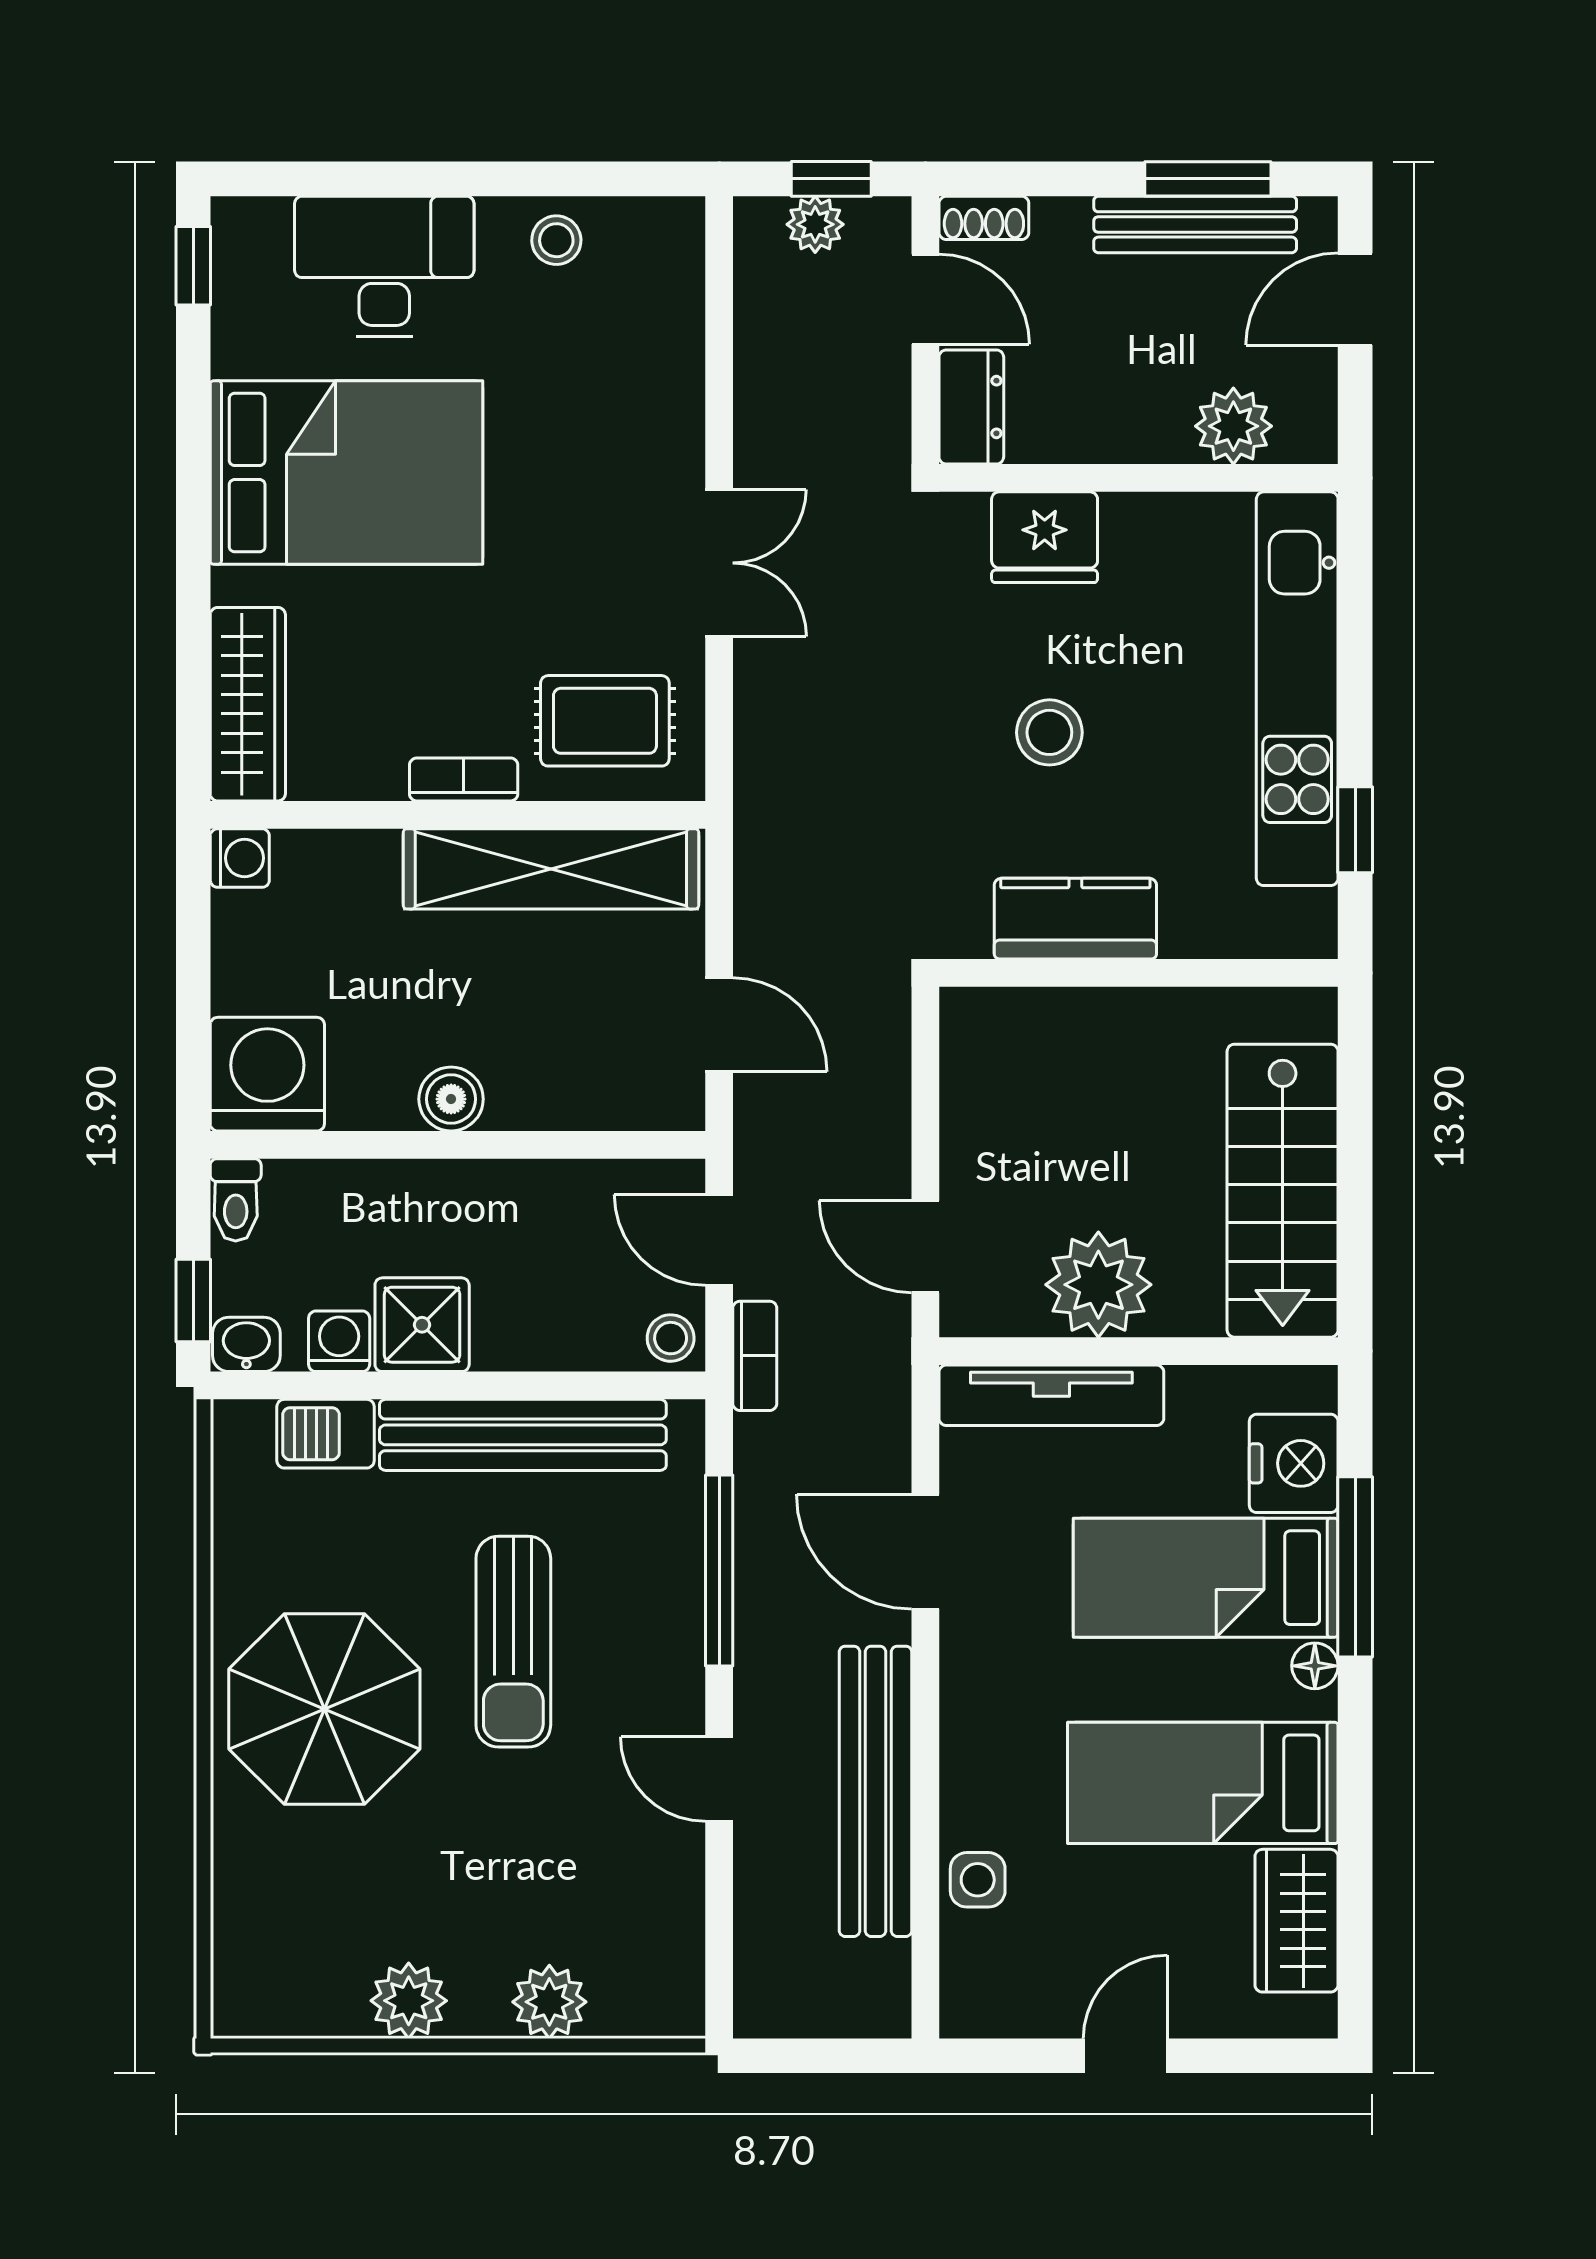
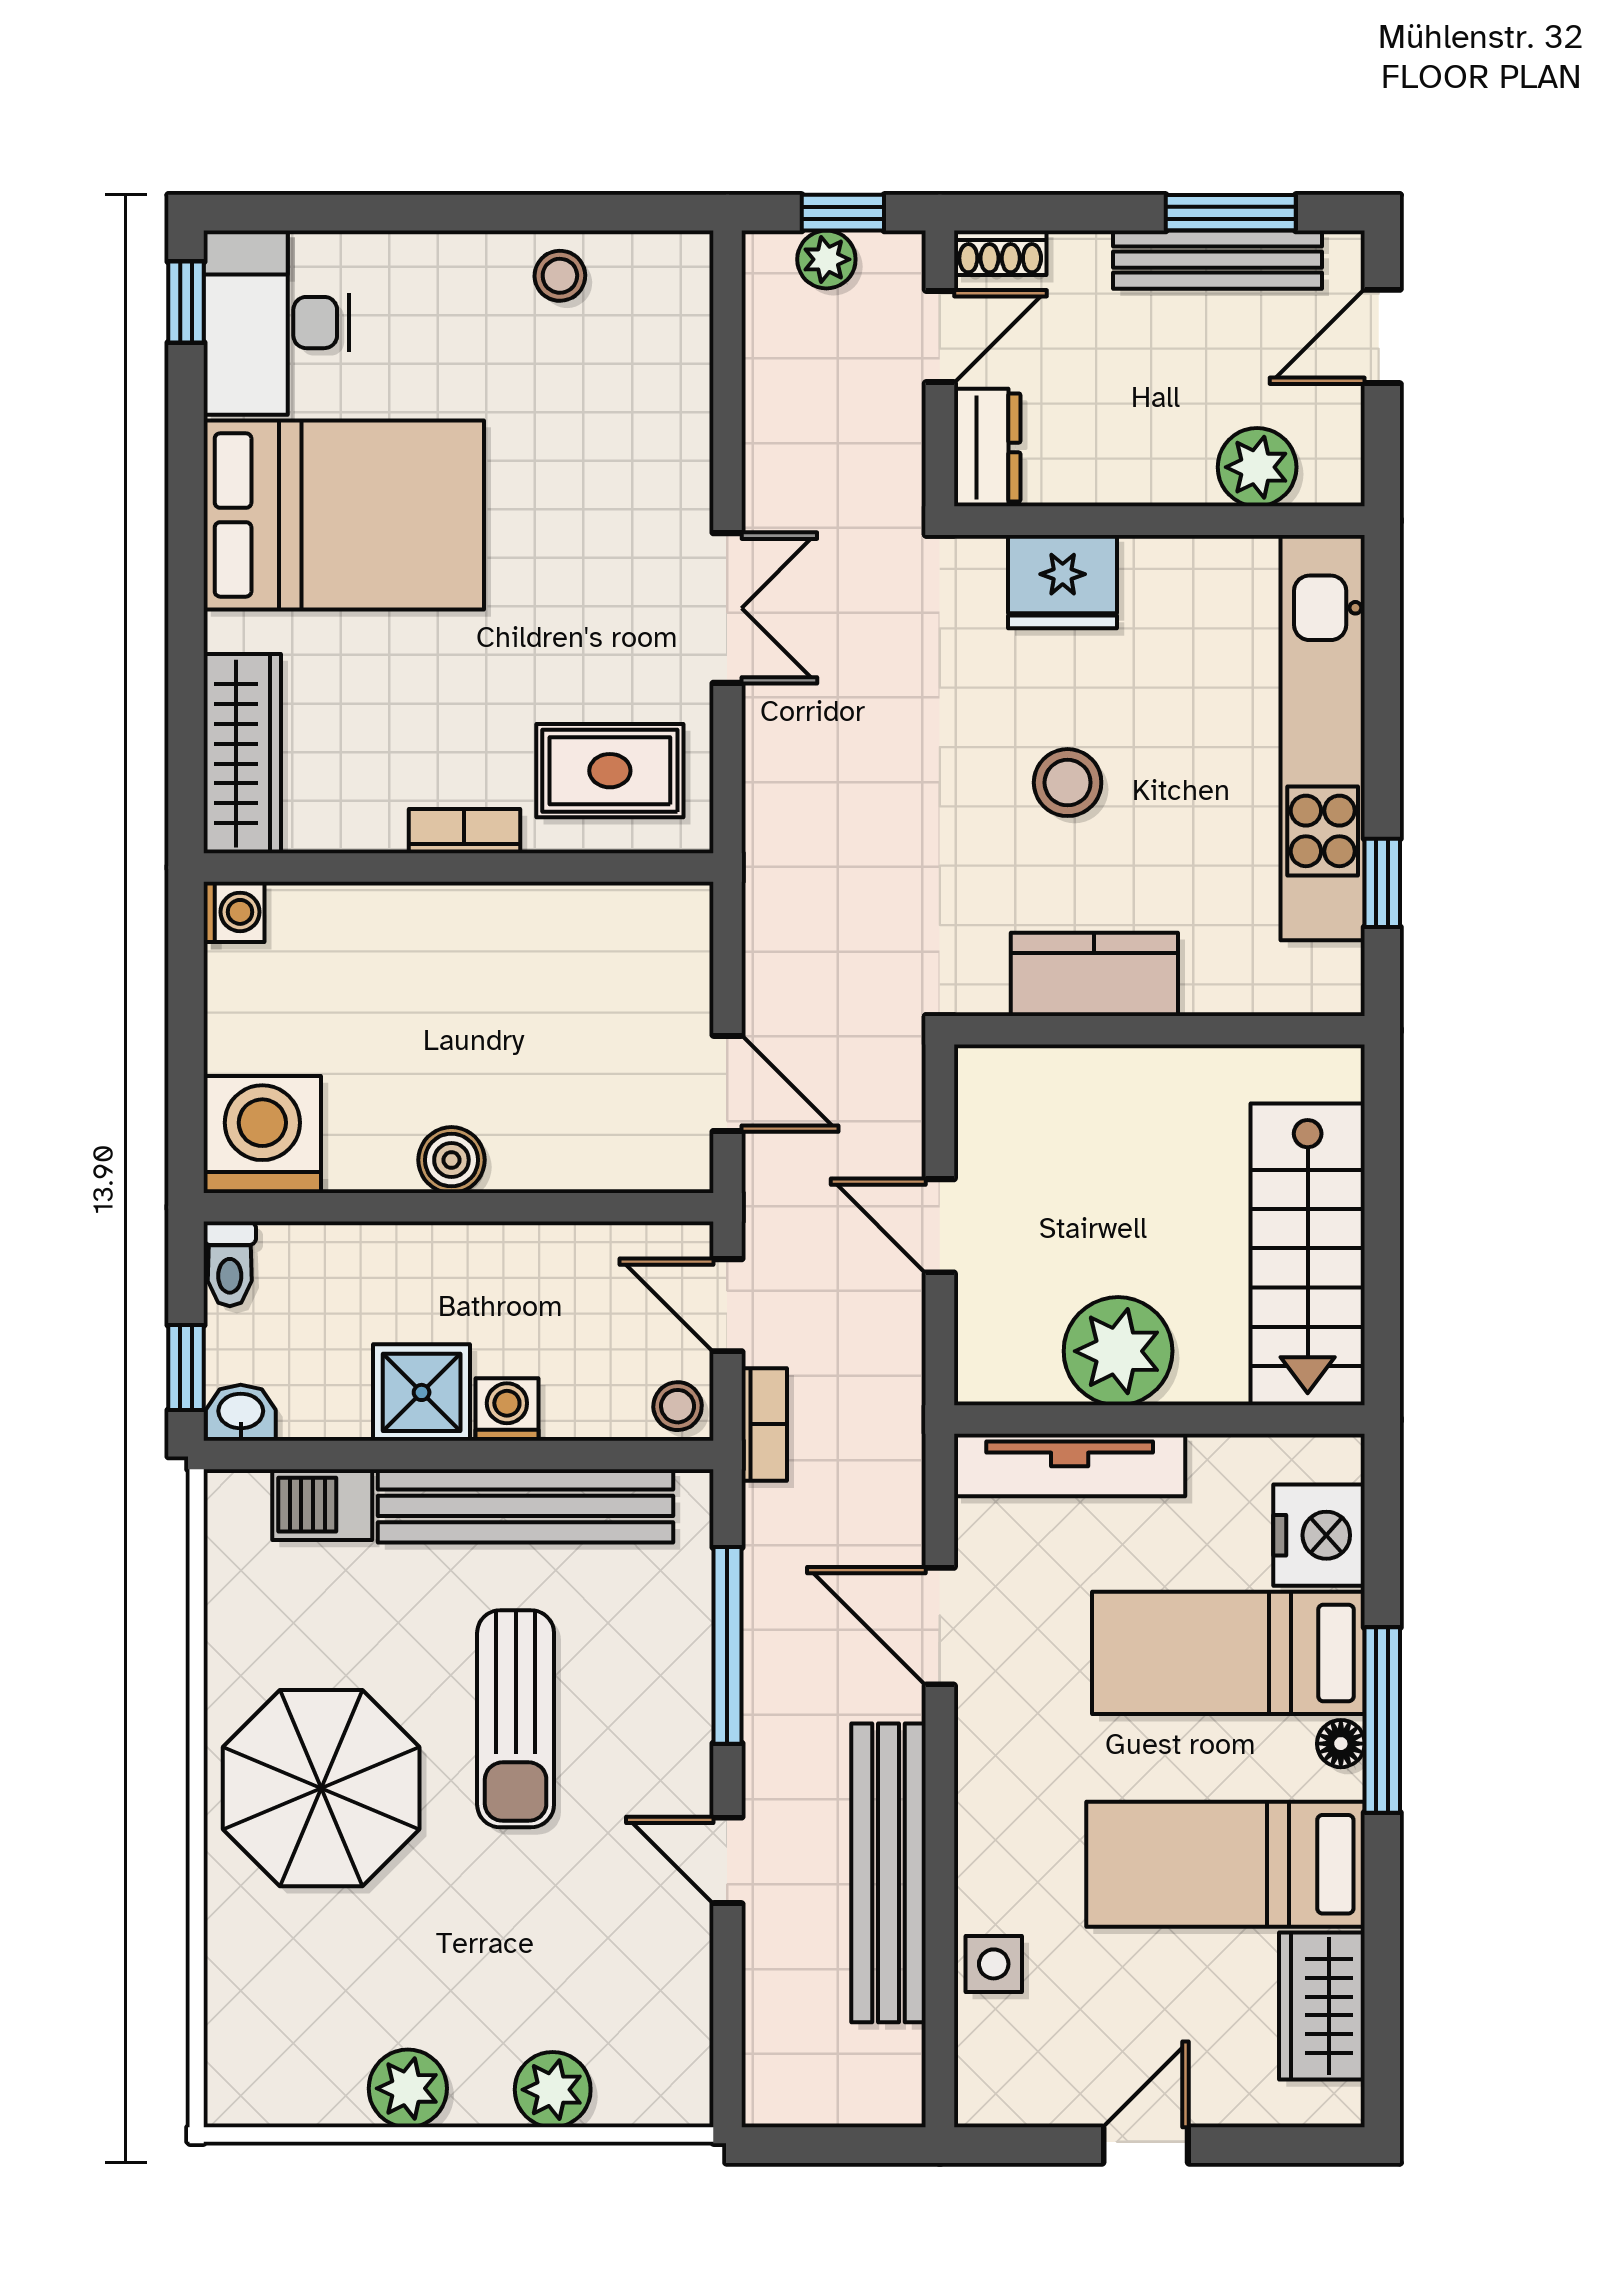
desk: (384, 266) -> (276, 323), moved, turned -90
door: (925, 299) -> (940, 336), hinge flipped
shelving: (551, 869) -> (554, 923), removed
door: (925, 1247) -> (940, 1226), moved
washing machine: (339, 1341) -> (507, 1409), moved
window: (1355, 1567) -> (1382, 1720), moved

